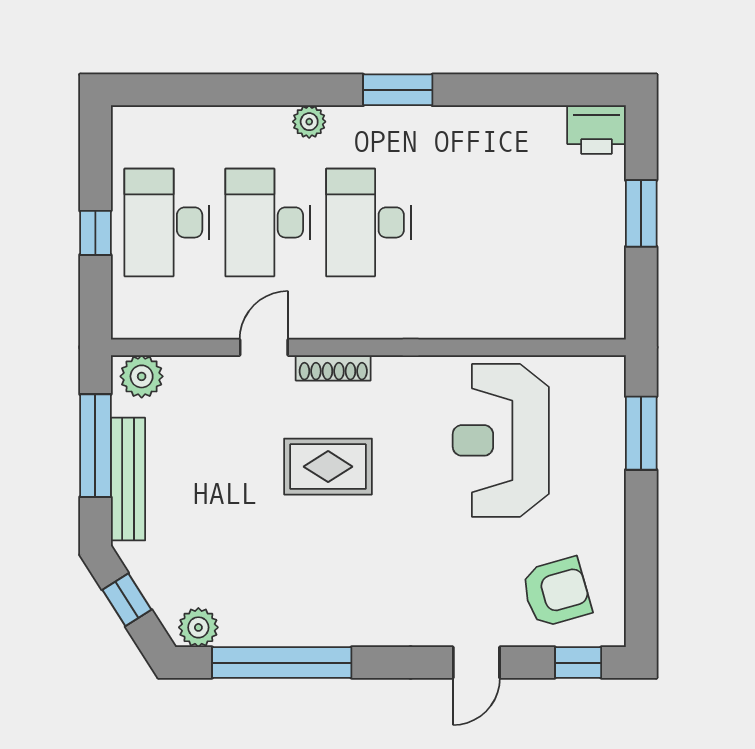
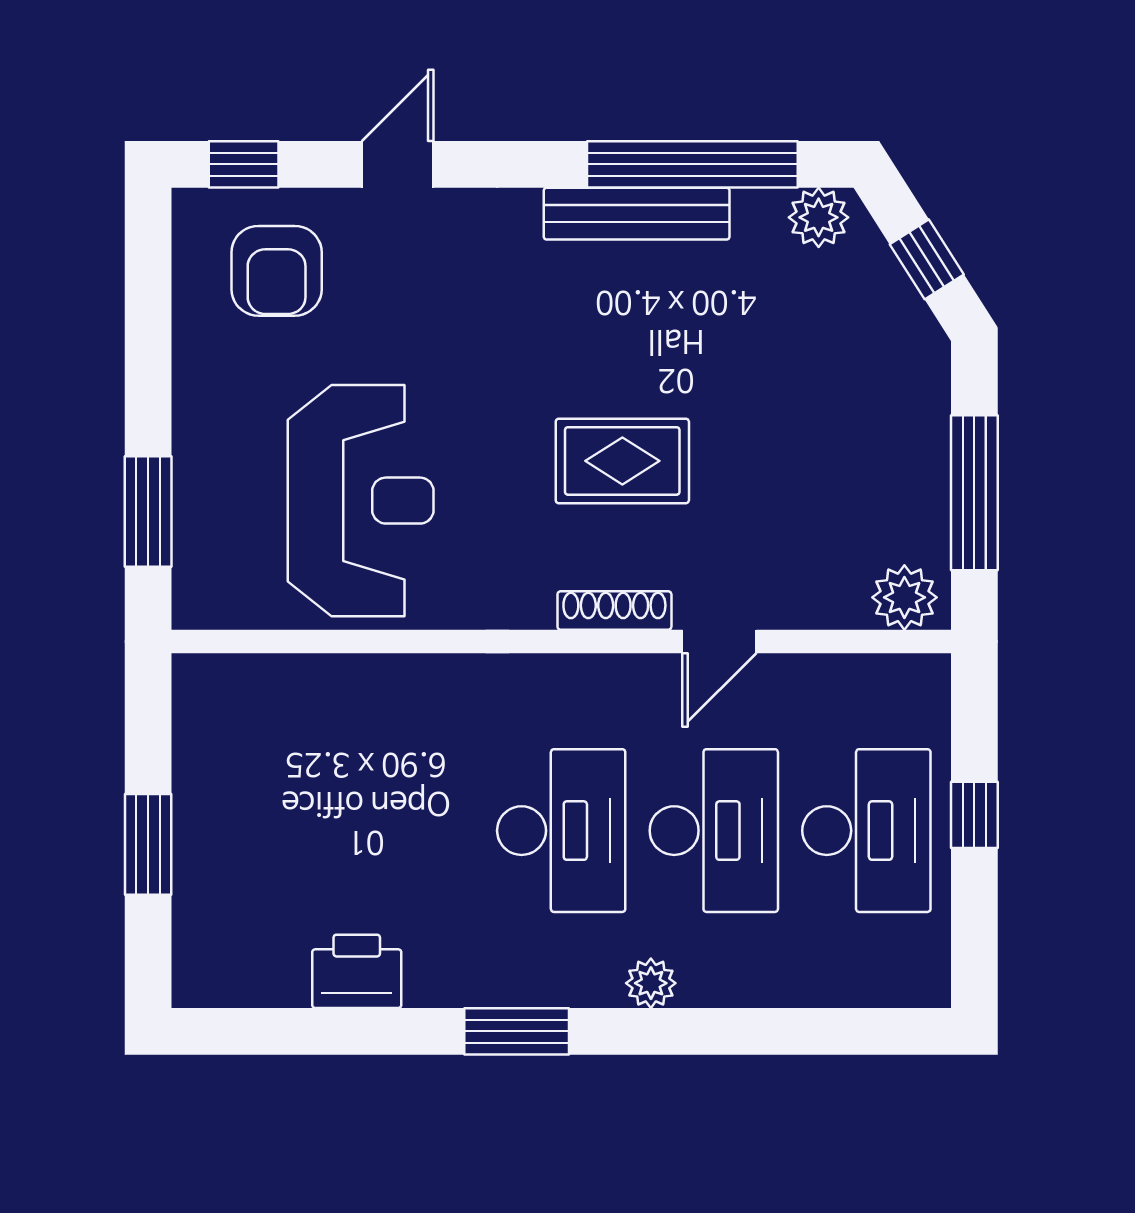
printer: (596, 129) -> (357, 971), moved
bench: (128, 479) -> (637, 214), moved, turned 90
armchair: (556, 592) -> (277, 271), turned -74

